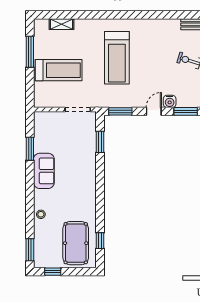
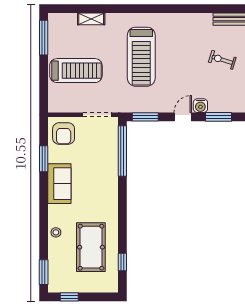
shelving: (61, 24) -> (91, 19), moved
window: (30, 52) -> (44, 38), moved
armchair: (48, 126) -> (64, 134), added
window: (100, 142) -> (122, 151), width x2.11
pool table: (76, 243) -> (91, 247), moved

